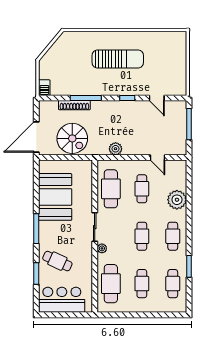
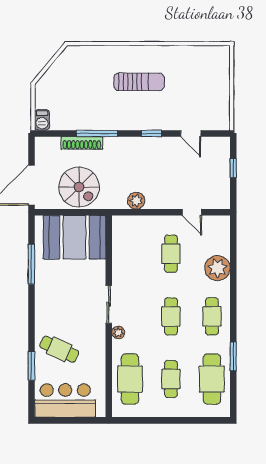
sun lounger: (118, 59) -> (139, 82), width x0.73, depth x0.75
window: (189, 124) -> (233, 168), width x0.46
cafe table: (111, 189) -> (130, 254), removed
booth: (55, 197) -> (74, 237), moved, turned 90
window: (36, 229) -> (31, 264), moved
cafe table: (173, 284) -> (212, 379), width x1.37, depth x1.35

